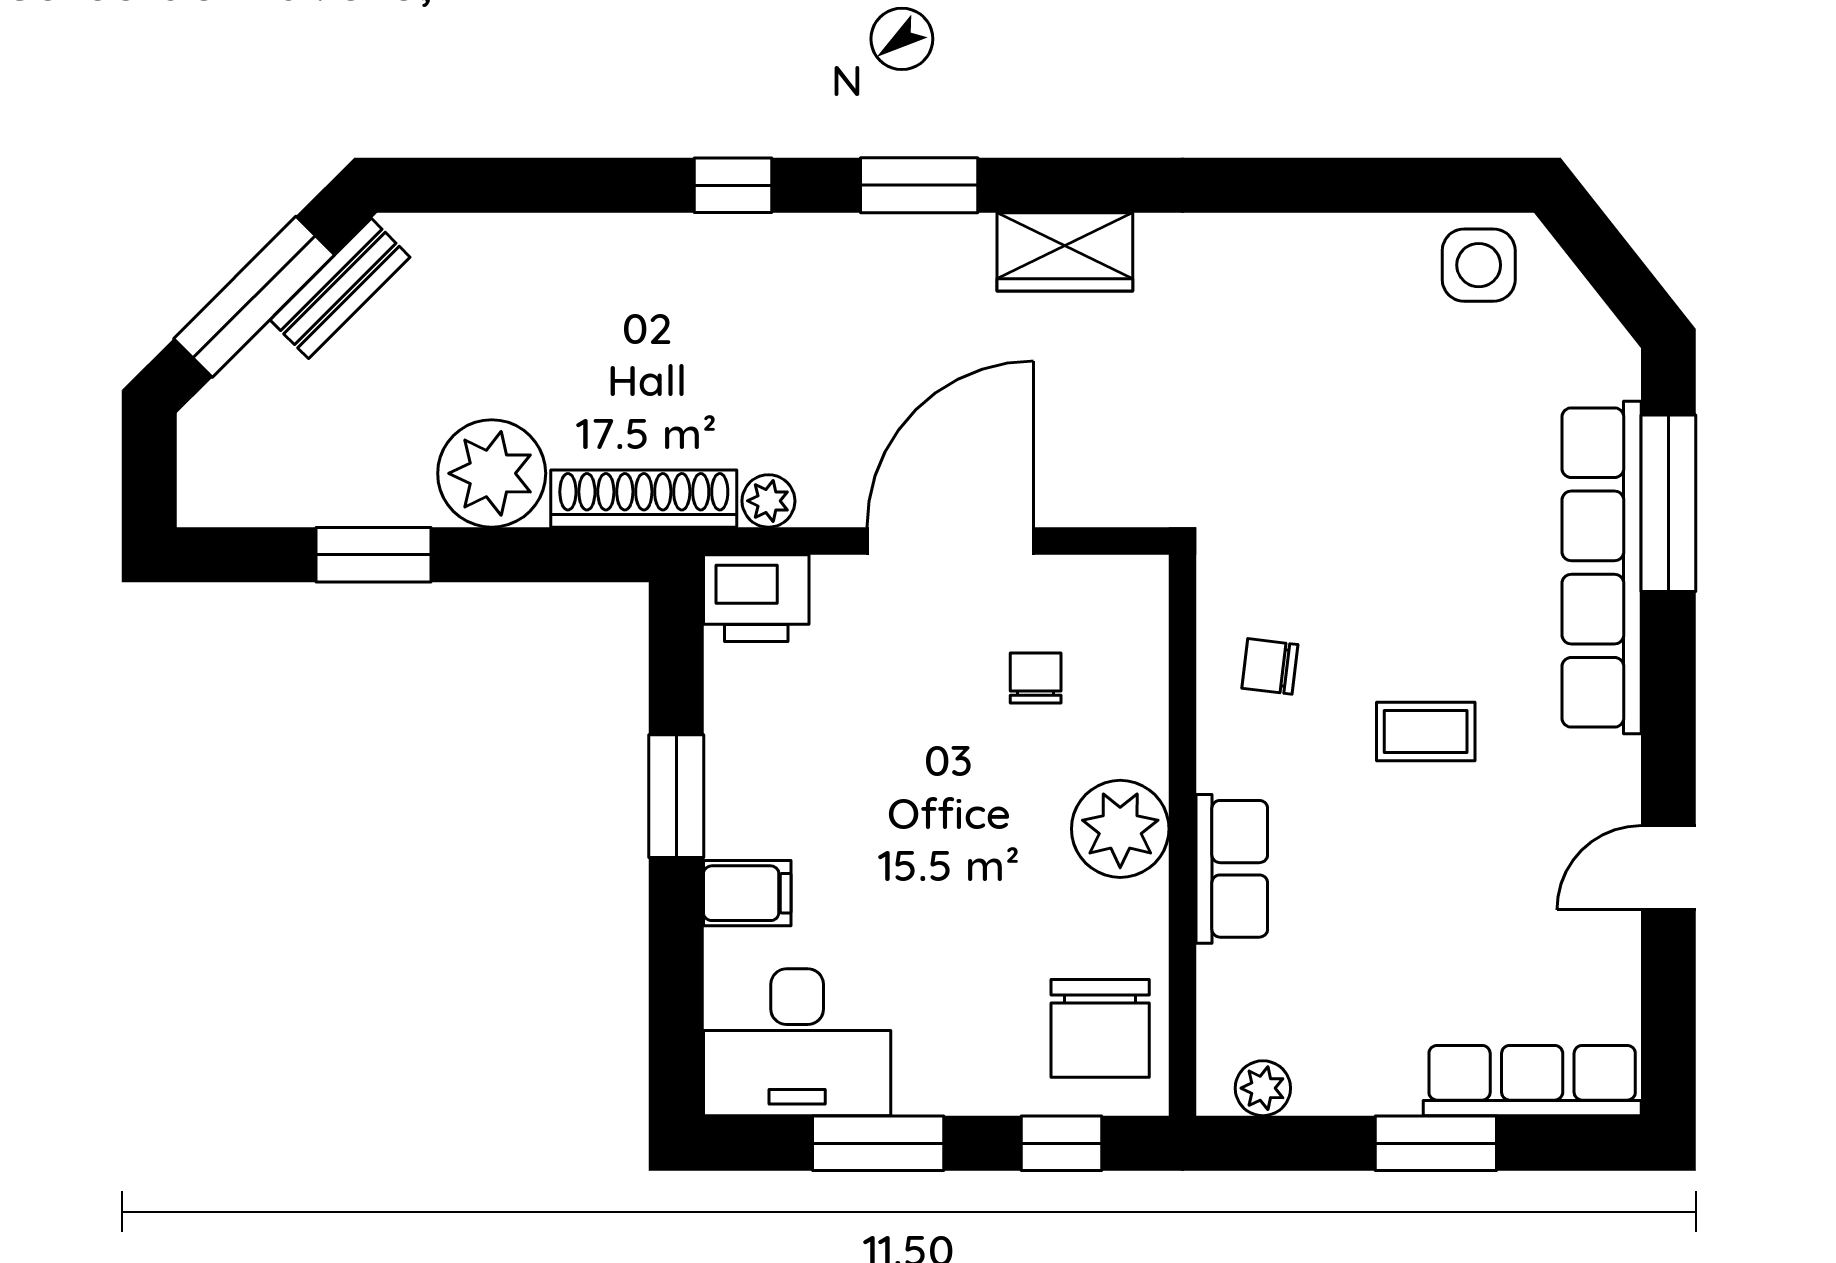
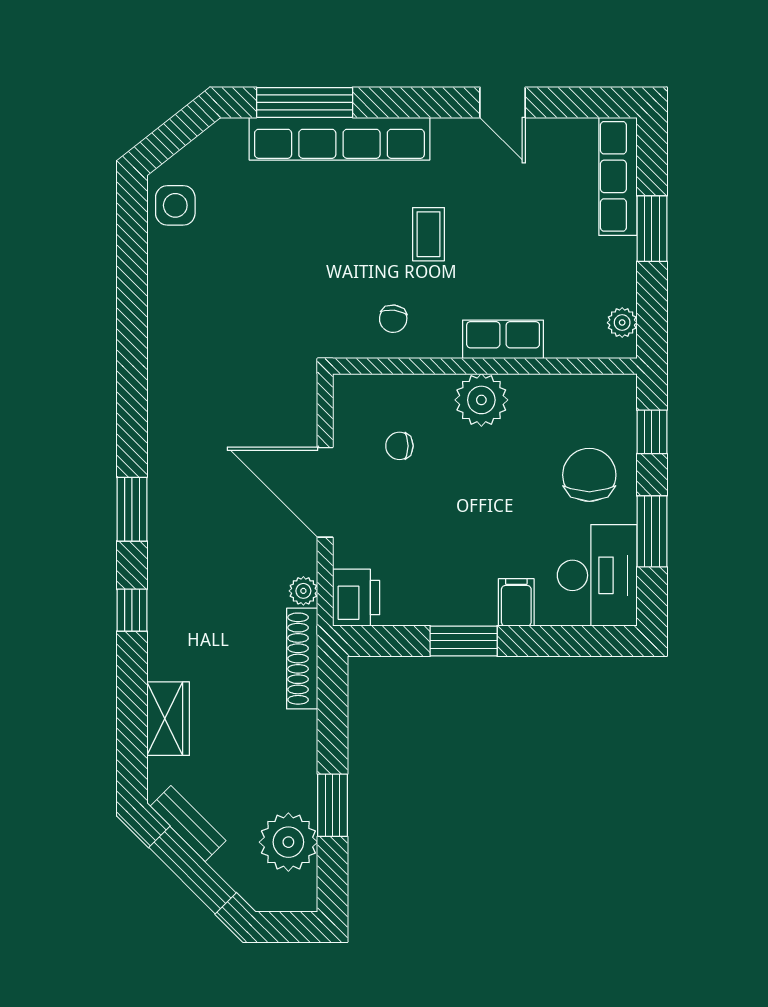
wardrobe: (1065, 252) -> (168, 719), moved
plant: (492, 473) -> (288, 842), moved
chair: (1100, 1028) -> (589, 475), moved, turned -90

